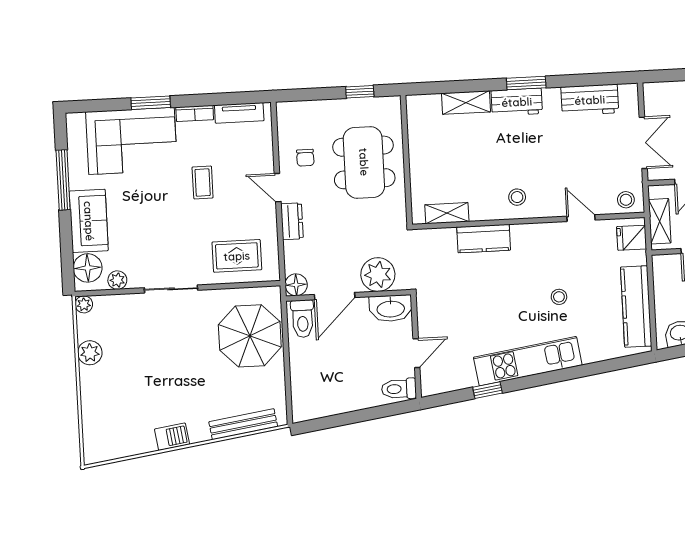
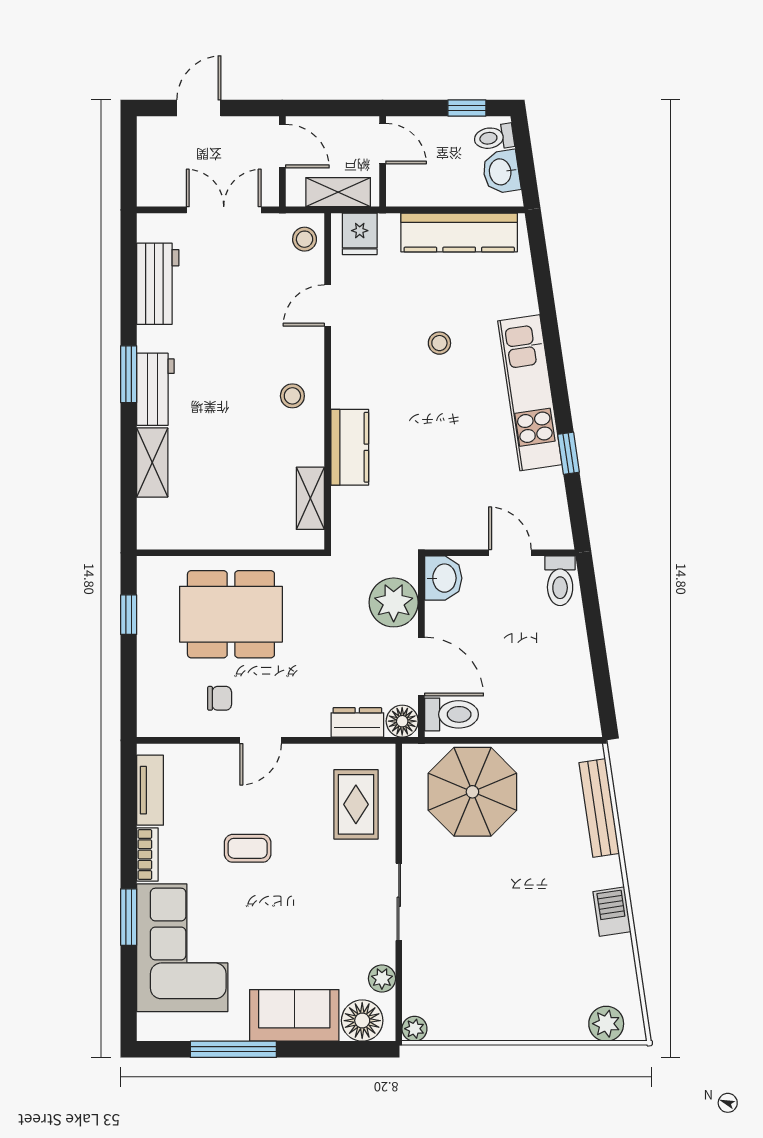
dresser: (292, 221) -> (357, 722), moved
washbasin: (391, 308) -> (443, 578), width x0.72
plant: (90, 353) -> (606, 1024), moved

